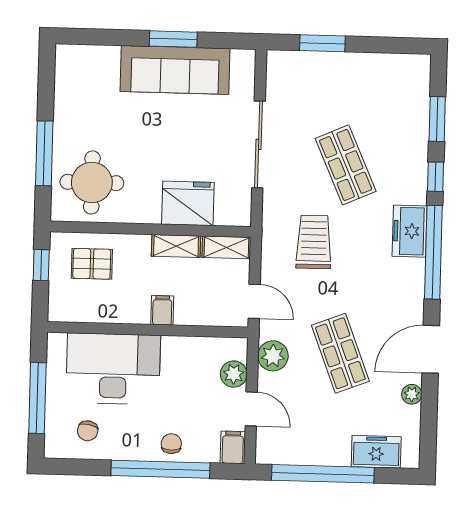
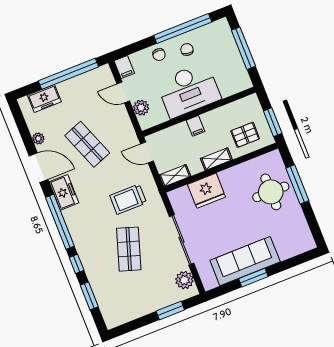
shop shelf: (346, 165) -> (129, 249), turned 42
round table: (92, 182) -> (271, 192), moved
freezer: (410, 231) -> (64, 192), moved
trolley: (314, 242) -> (128, 199), turned 90
shelving: (176, 246) -> (216, 159), moved
window: (41, 265) -> (273, 122), width x1.50
door: (431, 349) -> (39, 168), hinge flipped
plant: (273, 356) -> (184, 280), moved
desk: (113, 369) -> (189, 90), moved
chair: (88, 431) -> (187, 50), moved
window: (160, 469) -> (183, 29), moved

